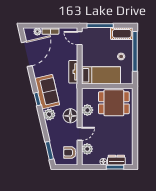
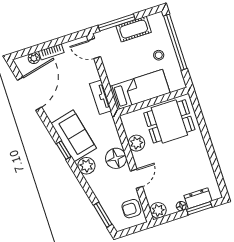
cot: (122, 34) -> (134, 29), moved
plant: (87, 149) -> (158, 210), moved

